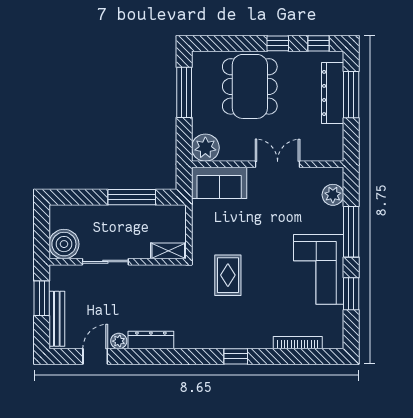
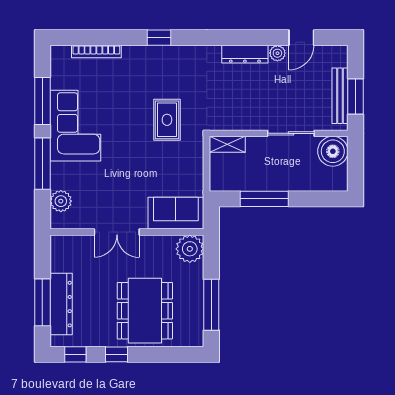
window: (351, 294) -> (42, 101), width x1.44
bench: (57, 319) -> (340, 96), moved

